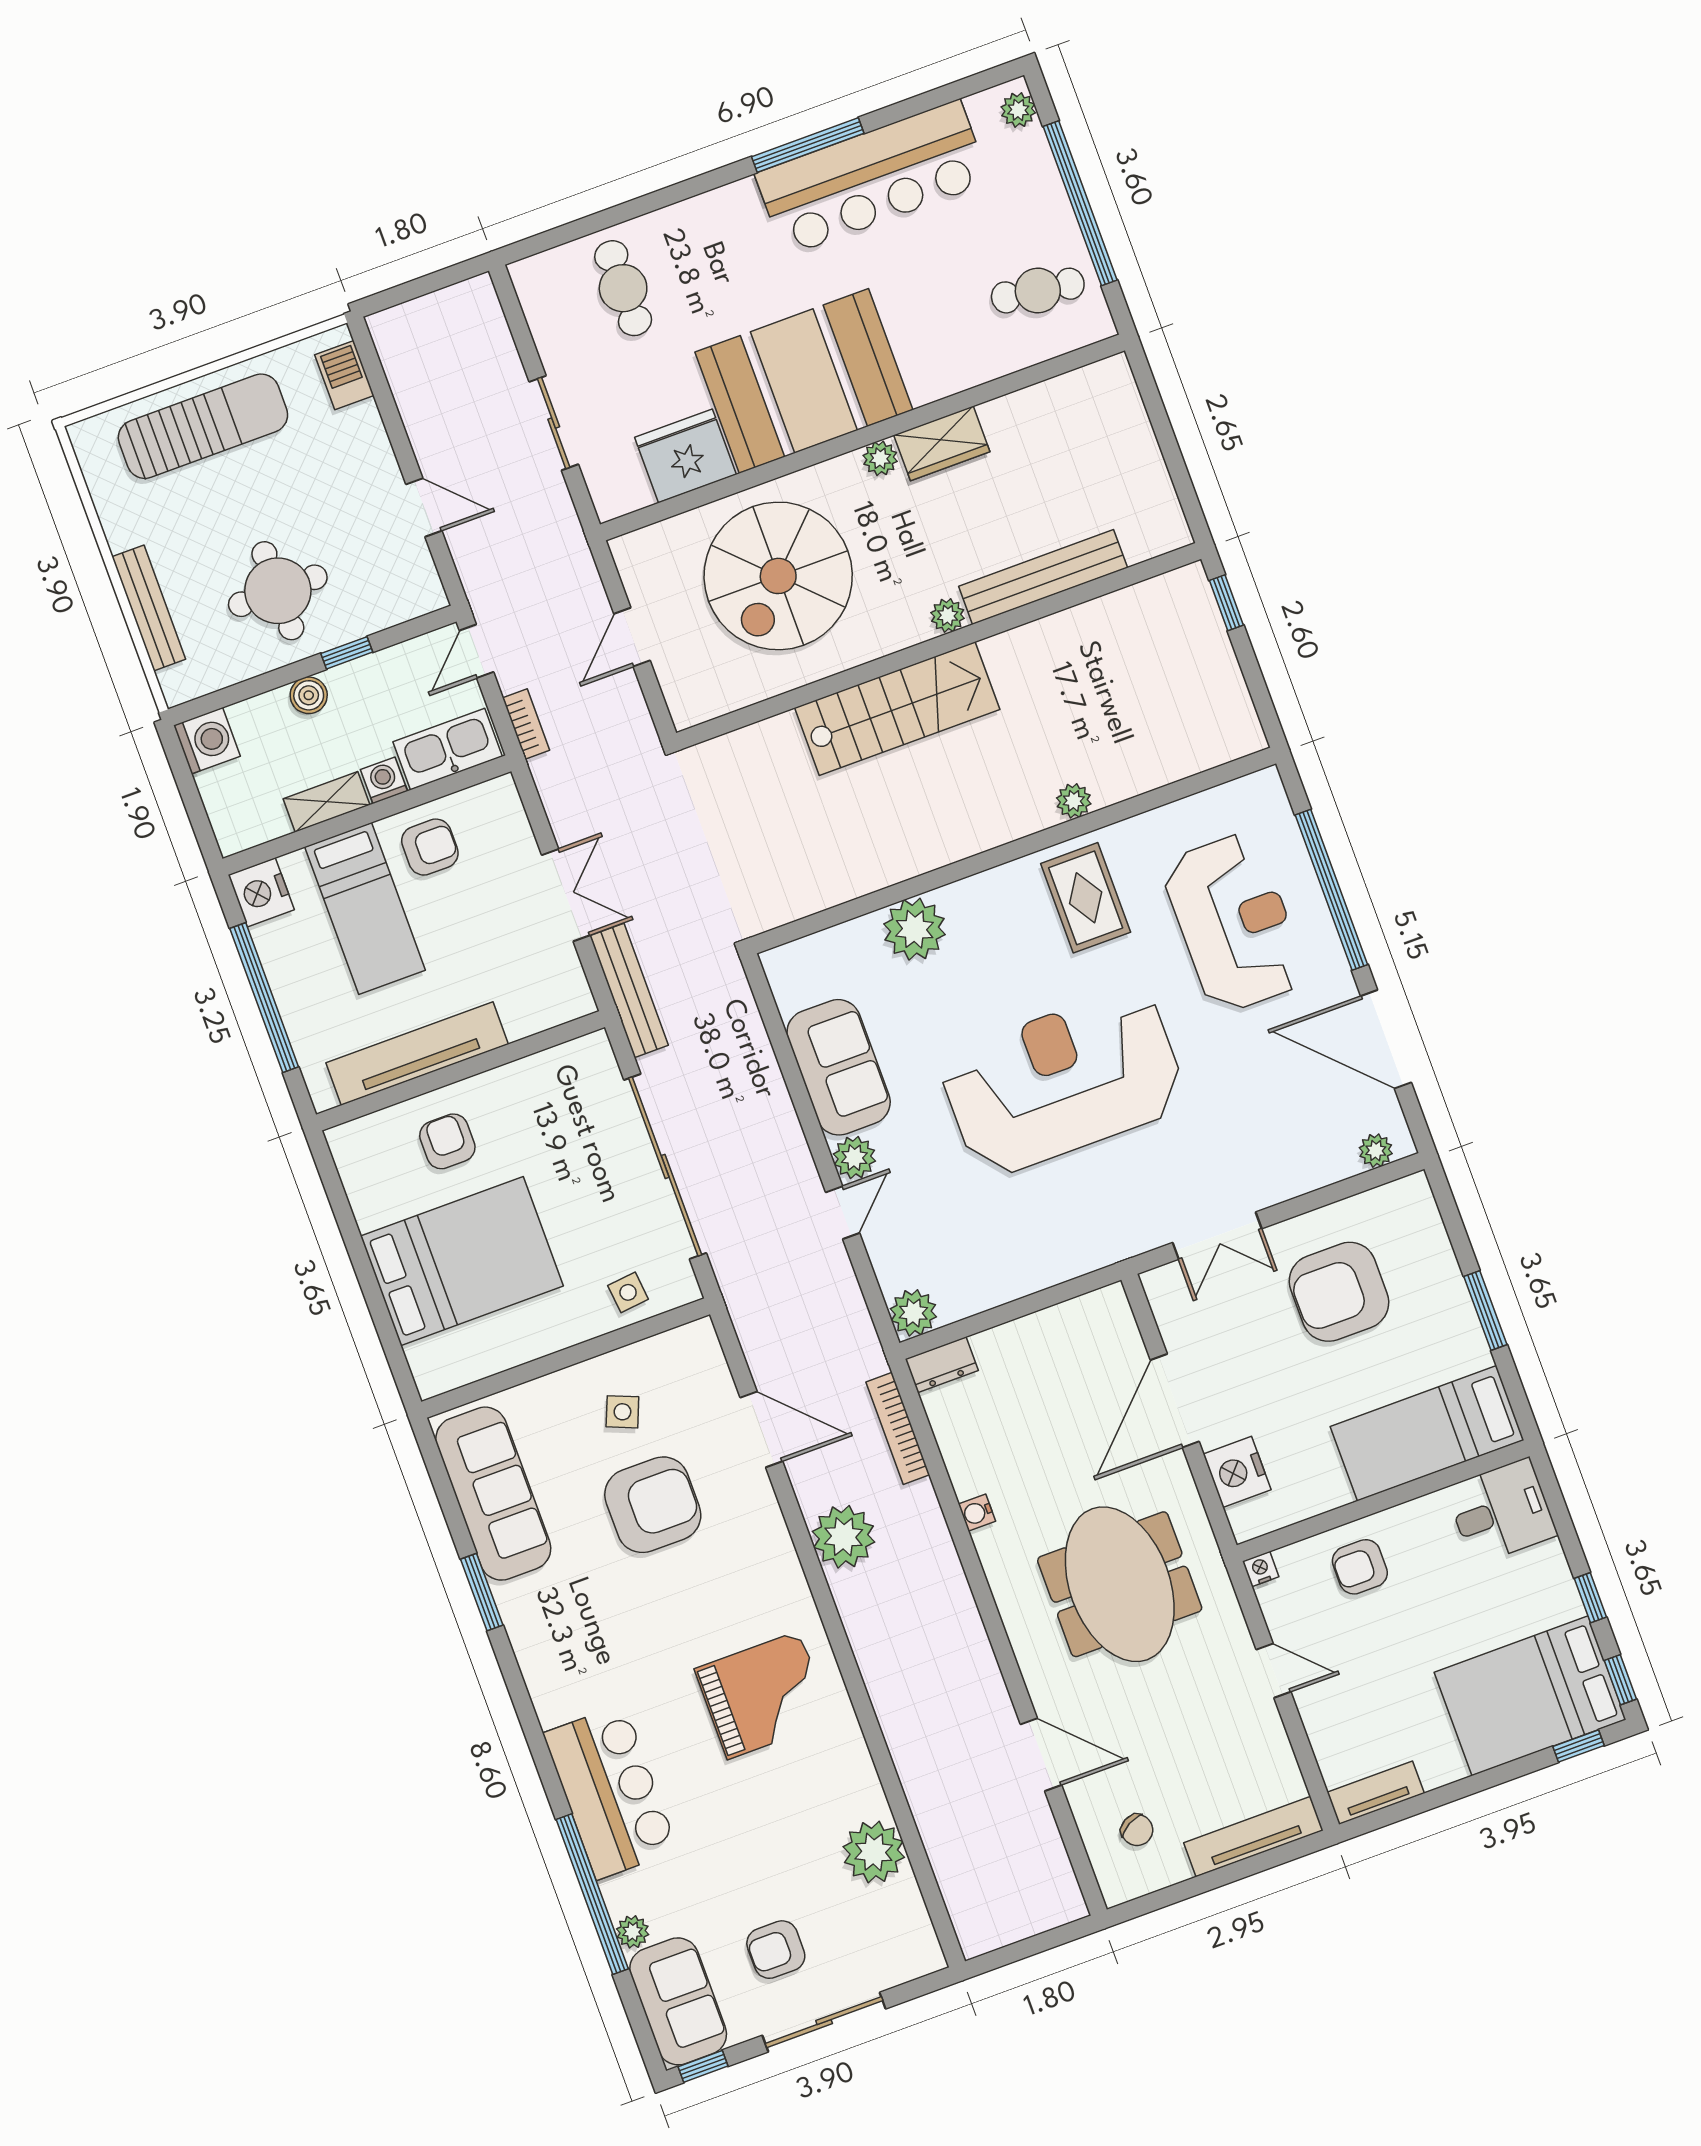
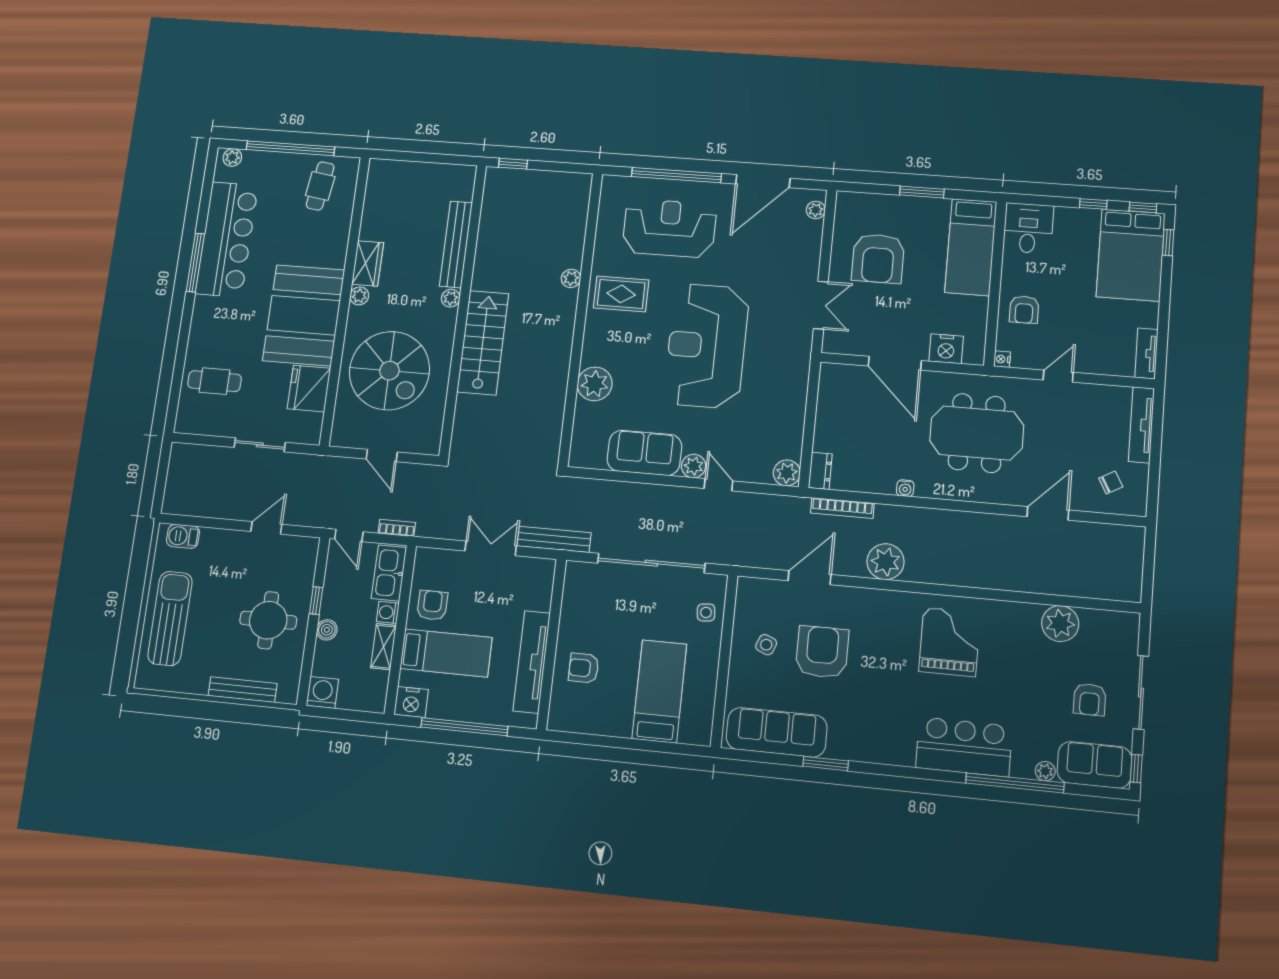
bed: (462, 1261) -> (659, 691), width x0.67

